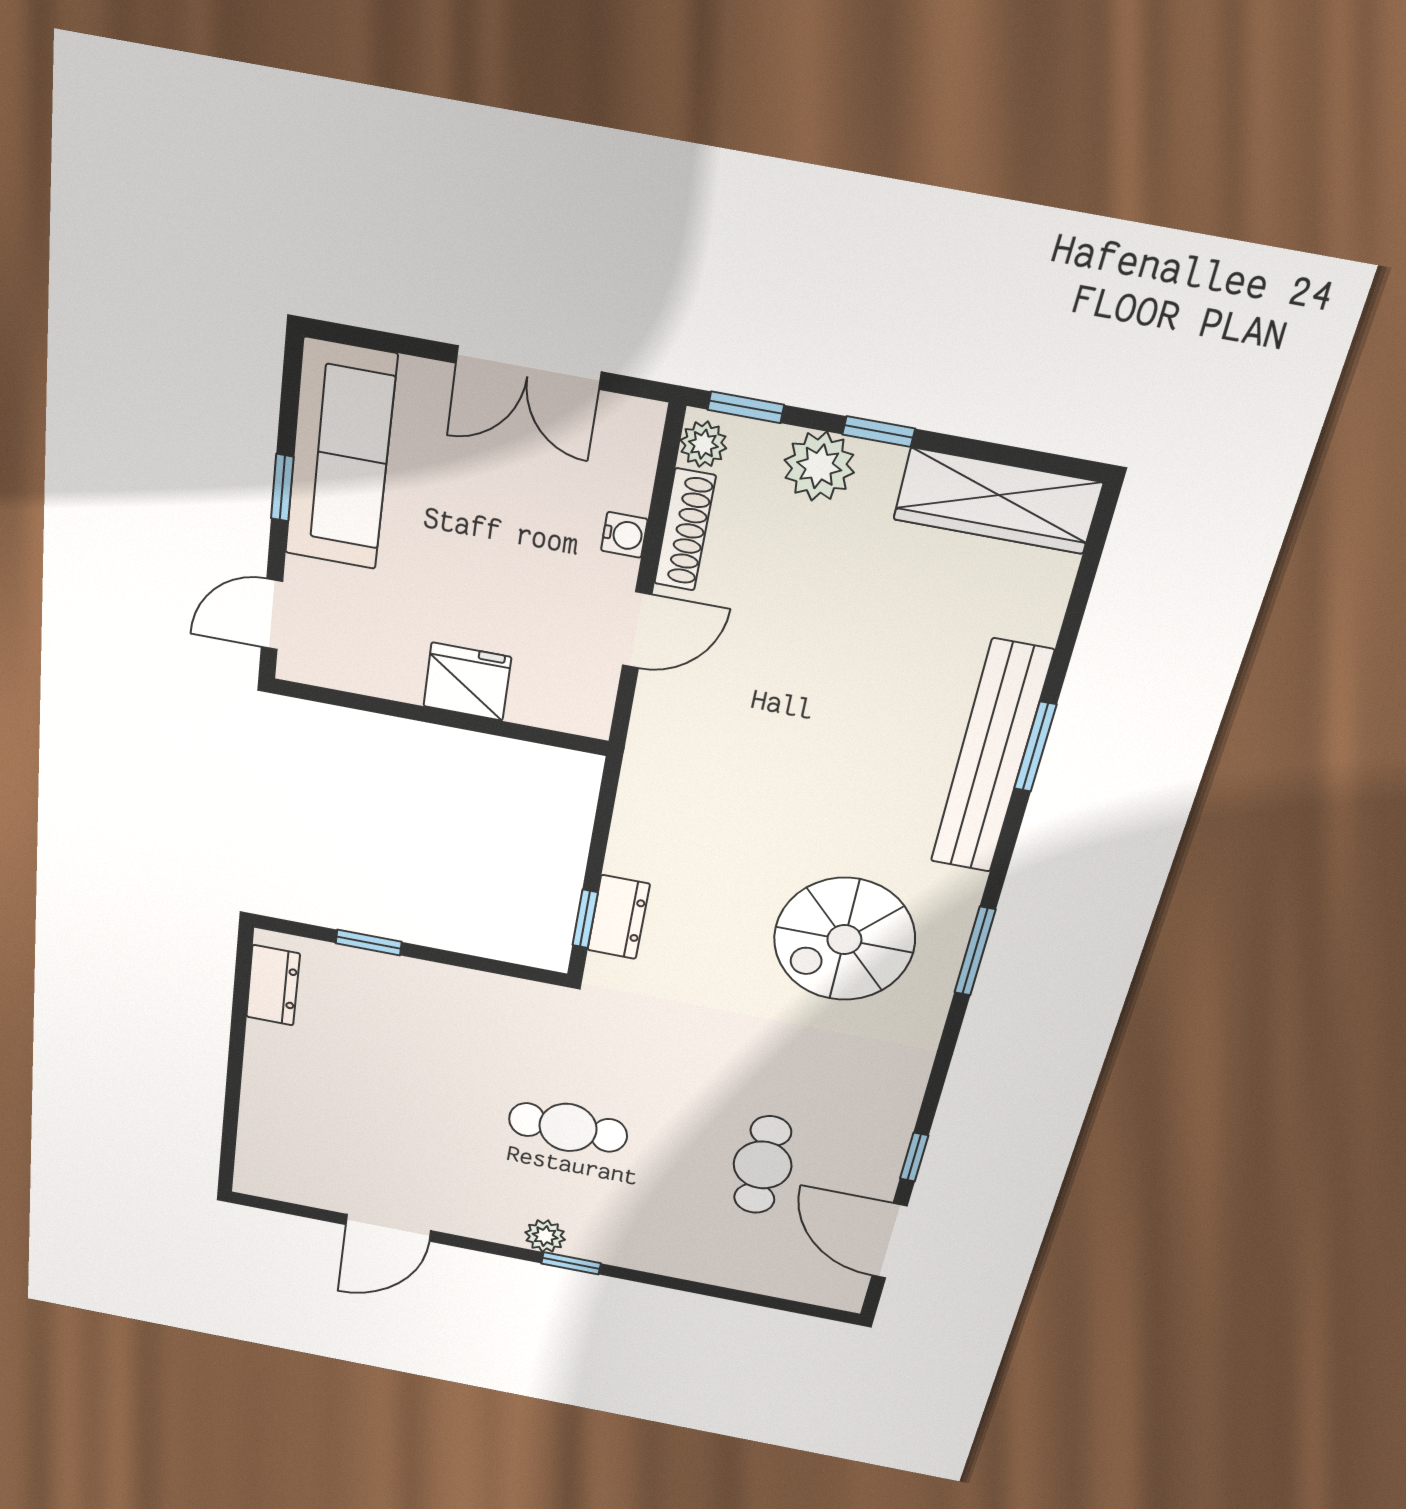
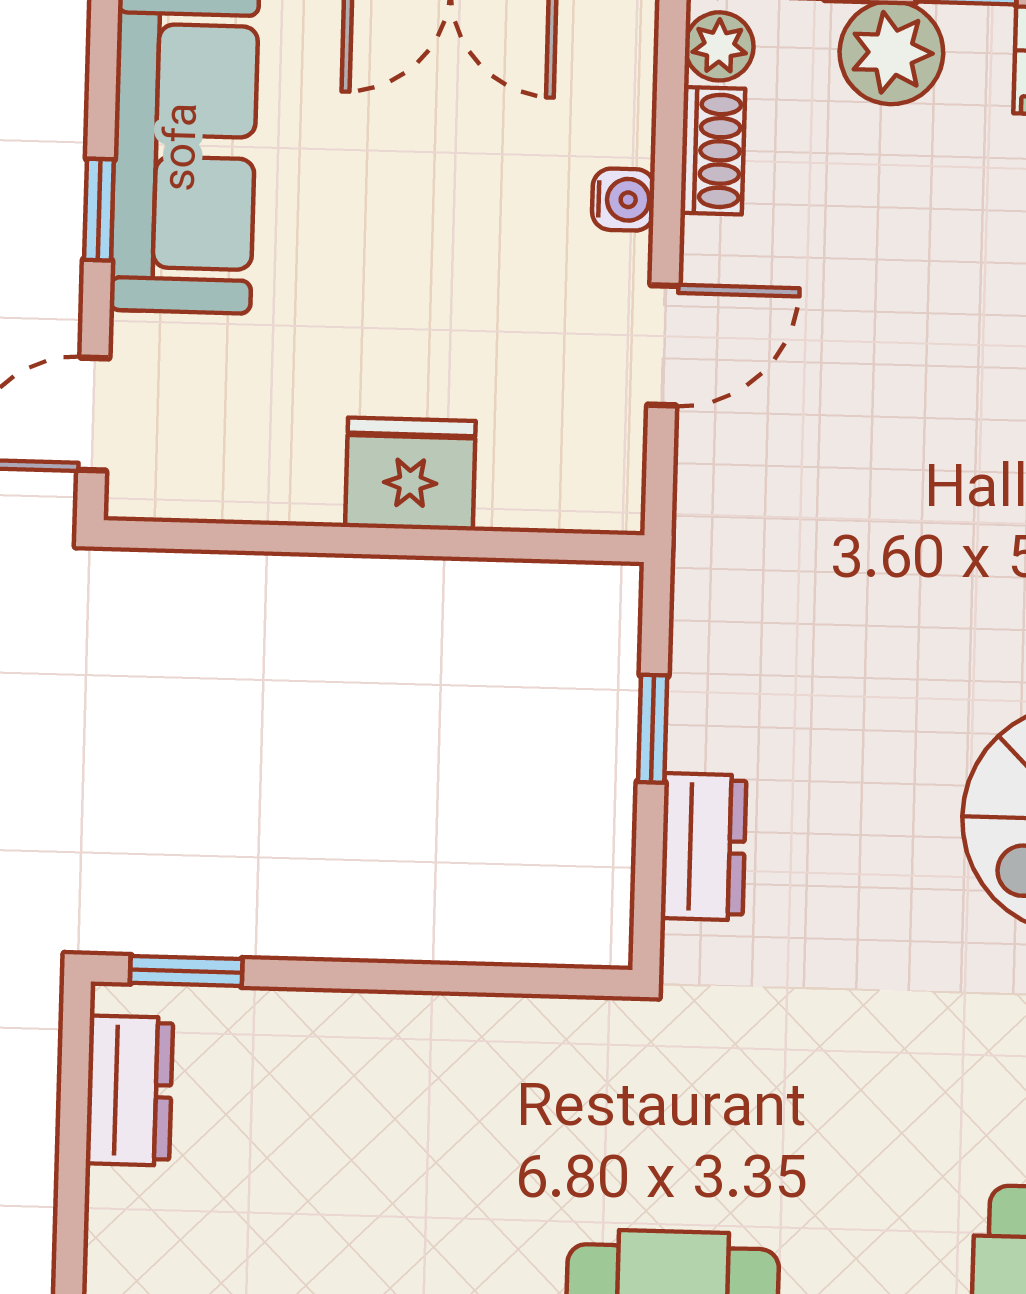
shoe rack: (685, 530) -> (713, 151), width x0.70
window: (585, 919) -> (653, 729), moved
window: (369, 943) -> (186, 971), moved

